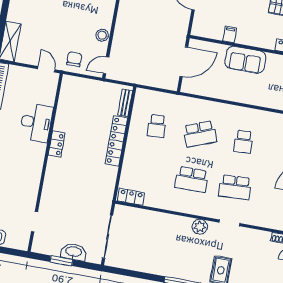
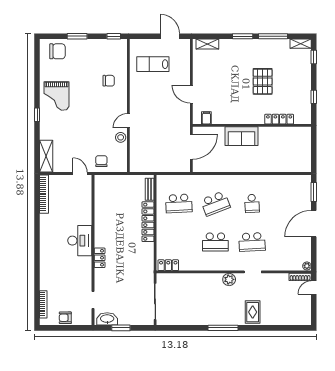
filing cabinet: (230, 35) -> (206, 118), moved
door: (106, 65) -> (128, 121), moved
desk: (36, 123) -> (80, 241), moved
school desk: (157, 126) -> (179, 203), width x1.85
locker: (57, 144) -> (100, 258), moved
washbasin: (74, 252) -> (107, 319), moved

